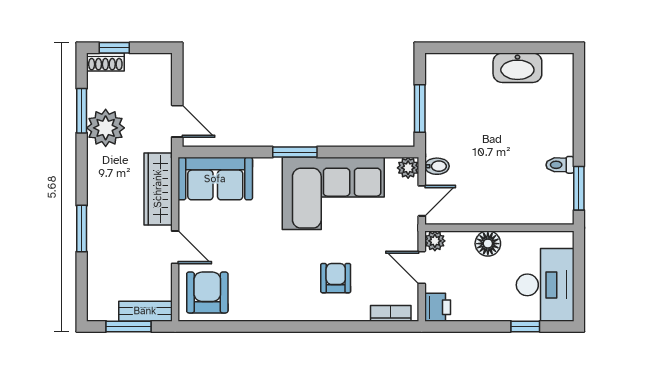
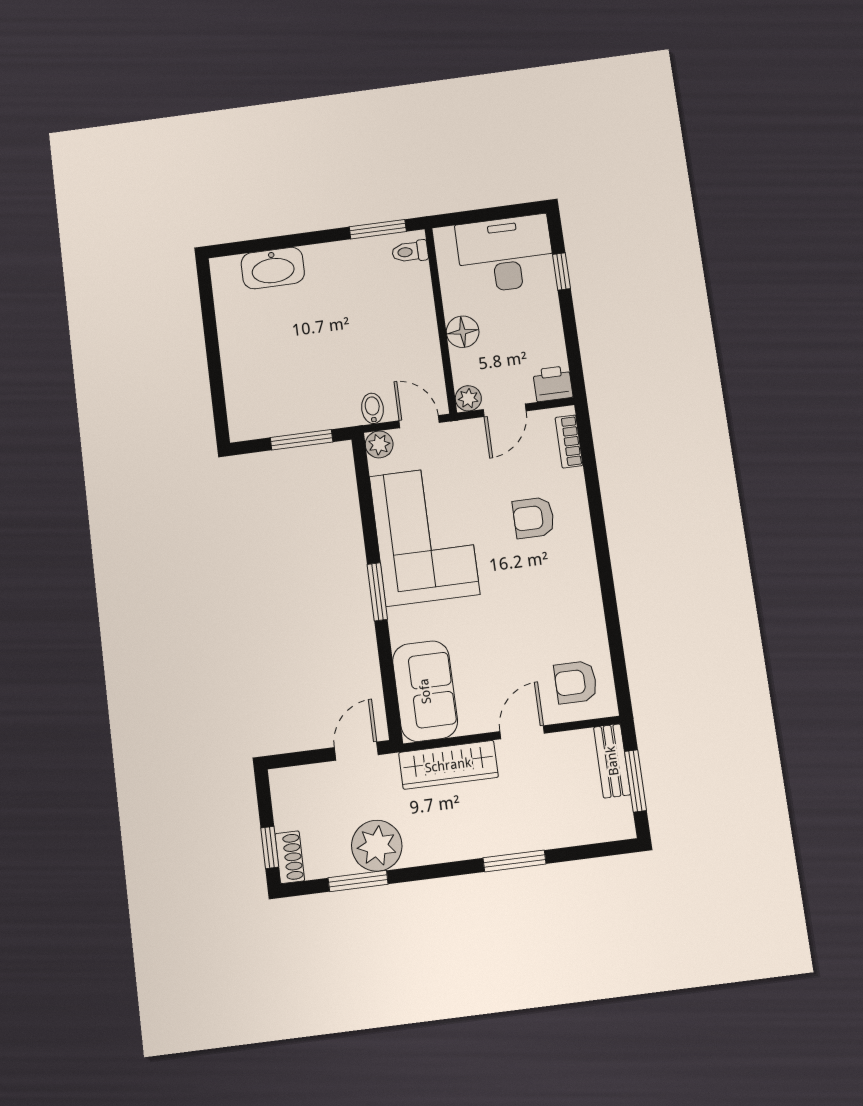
washbasin: (517, 68) -> (273, 268), moved, turned 90
toilet: (560, 165) -> (410, 252), moved, turned 90
armchair: (207, 292) -> (576, 682), width x0.72, depth x0.72

